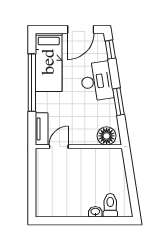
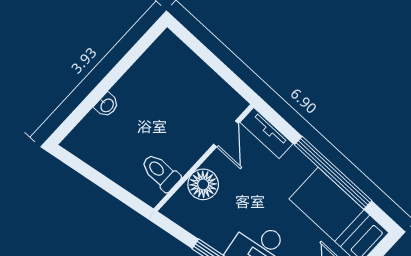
floor lamp: (107, 136) -> (203, 184), moved
toilet: (110, 205) -> (161, 172), moved, turned 180

